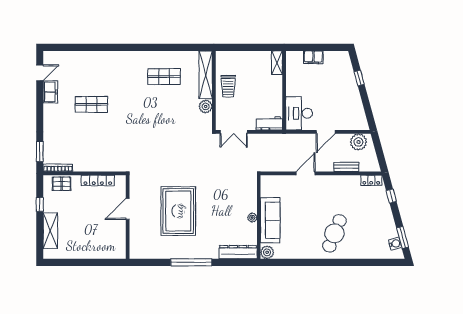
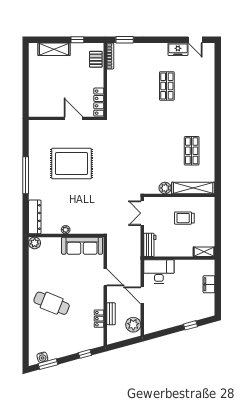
trolley: (228, 86) -> (184, 218), moved
locker: (98, 180) -> (99, 102), moved
locker: (371, 180) -> (99, 319), moved
sofa: (270, 220) -> (82, 246), moved

